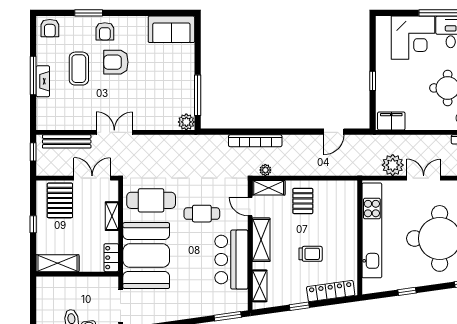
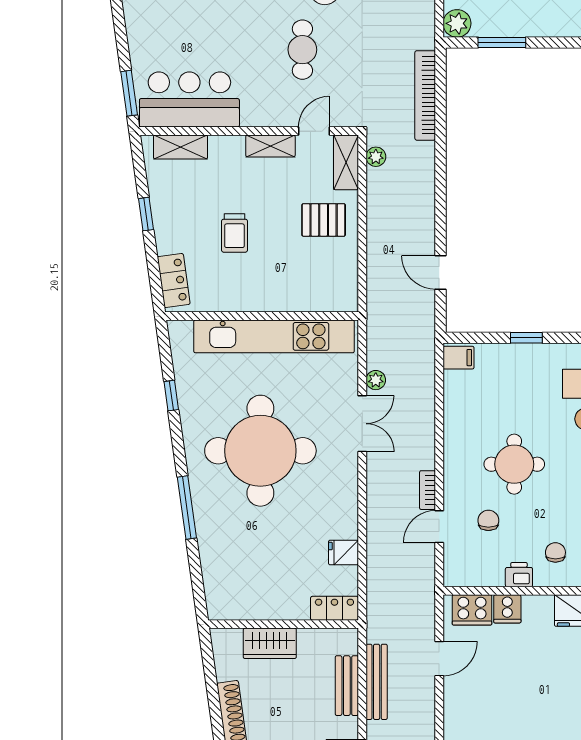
window: (198, 95) -> (502, 42), width x0.69
filing cabinet: (391, 121) -> (458, 358), width x0.50
bookcase: (255, 141) -> (425, 95), moved
plant: (393, 165) -> (376, 380), width x0.53, depth x0.53
shelving: (261, 240) -> (270, 146), width x0.67, depth x0.75
bar counter: (231, 260) -> (189, 100), moved
locker: (331, 291) -> (174, 280), width x0.66

